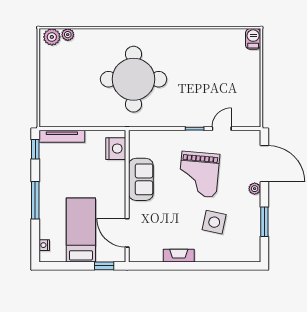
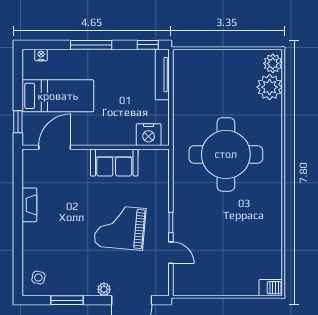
plant: (68, 35) -> (270, 87), width x1.88, depth x1.88
side table: (214, 222) -> (38, 278), moved, width x0.54, depth x0.54

